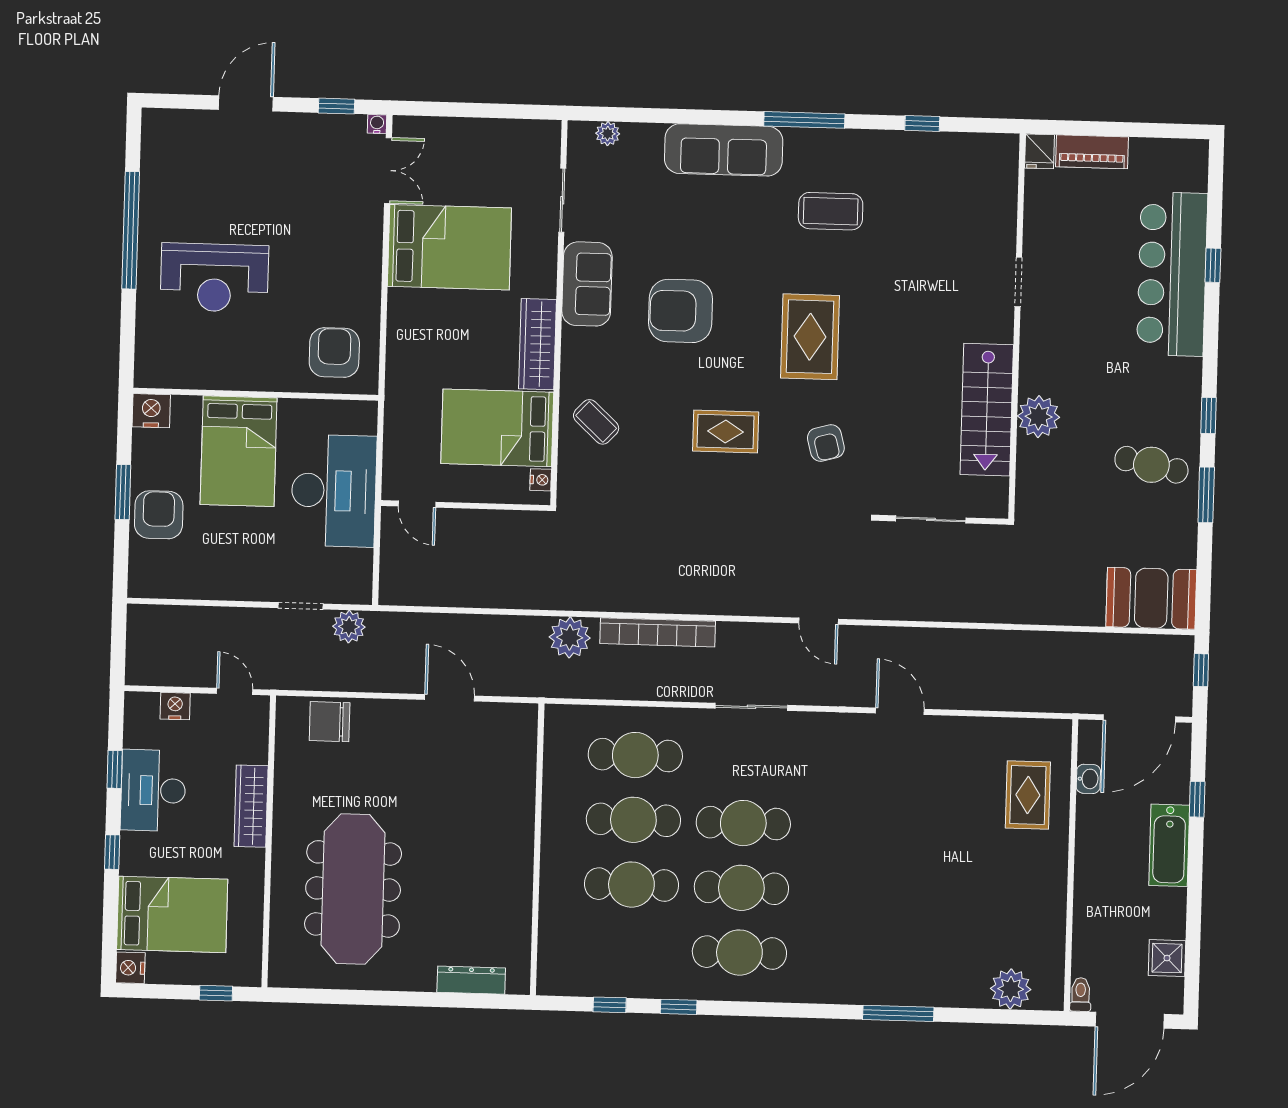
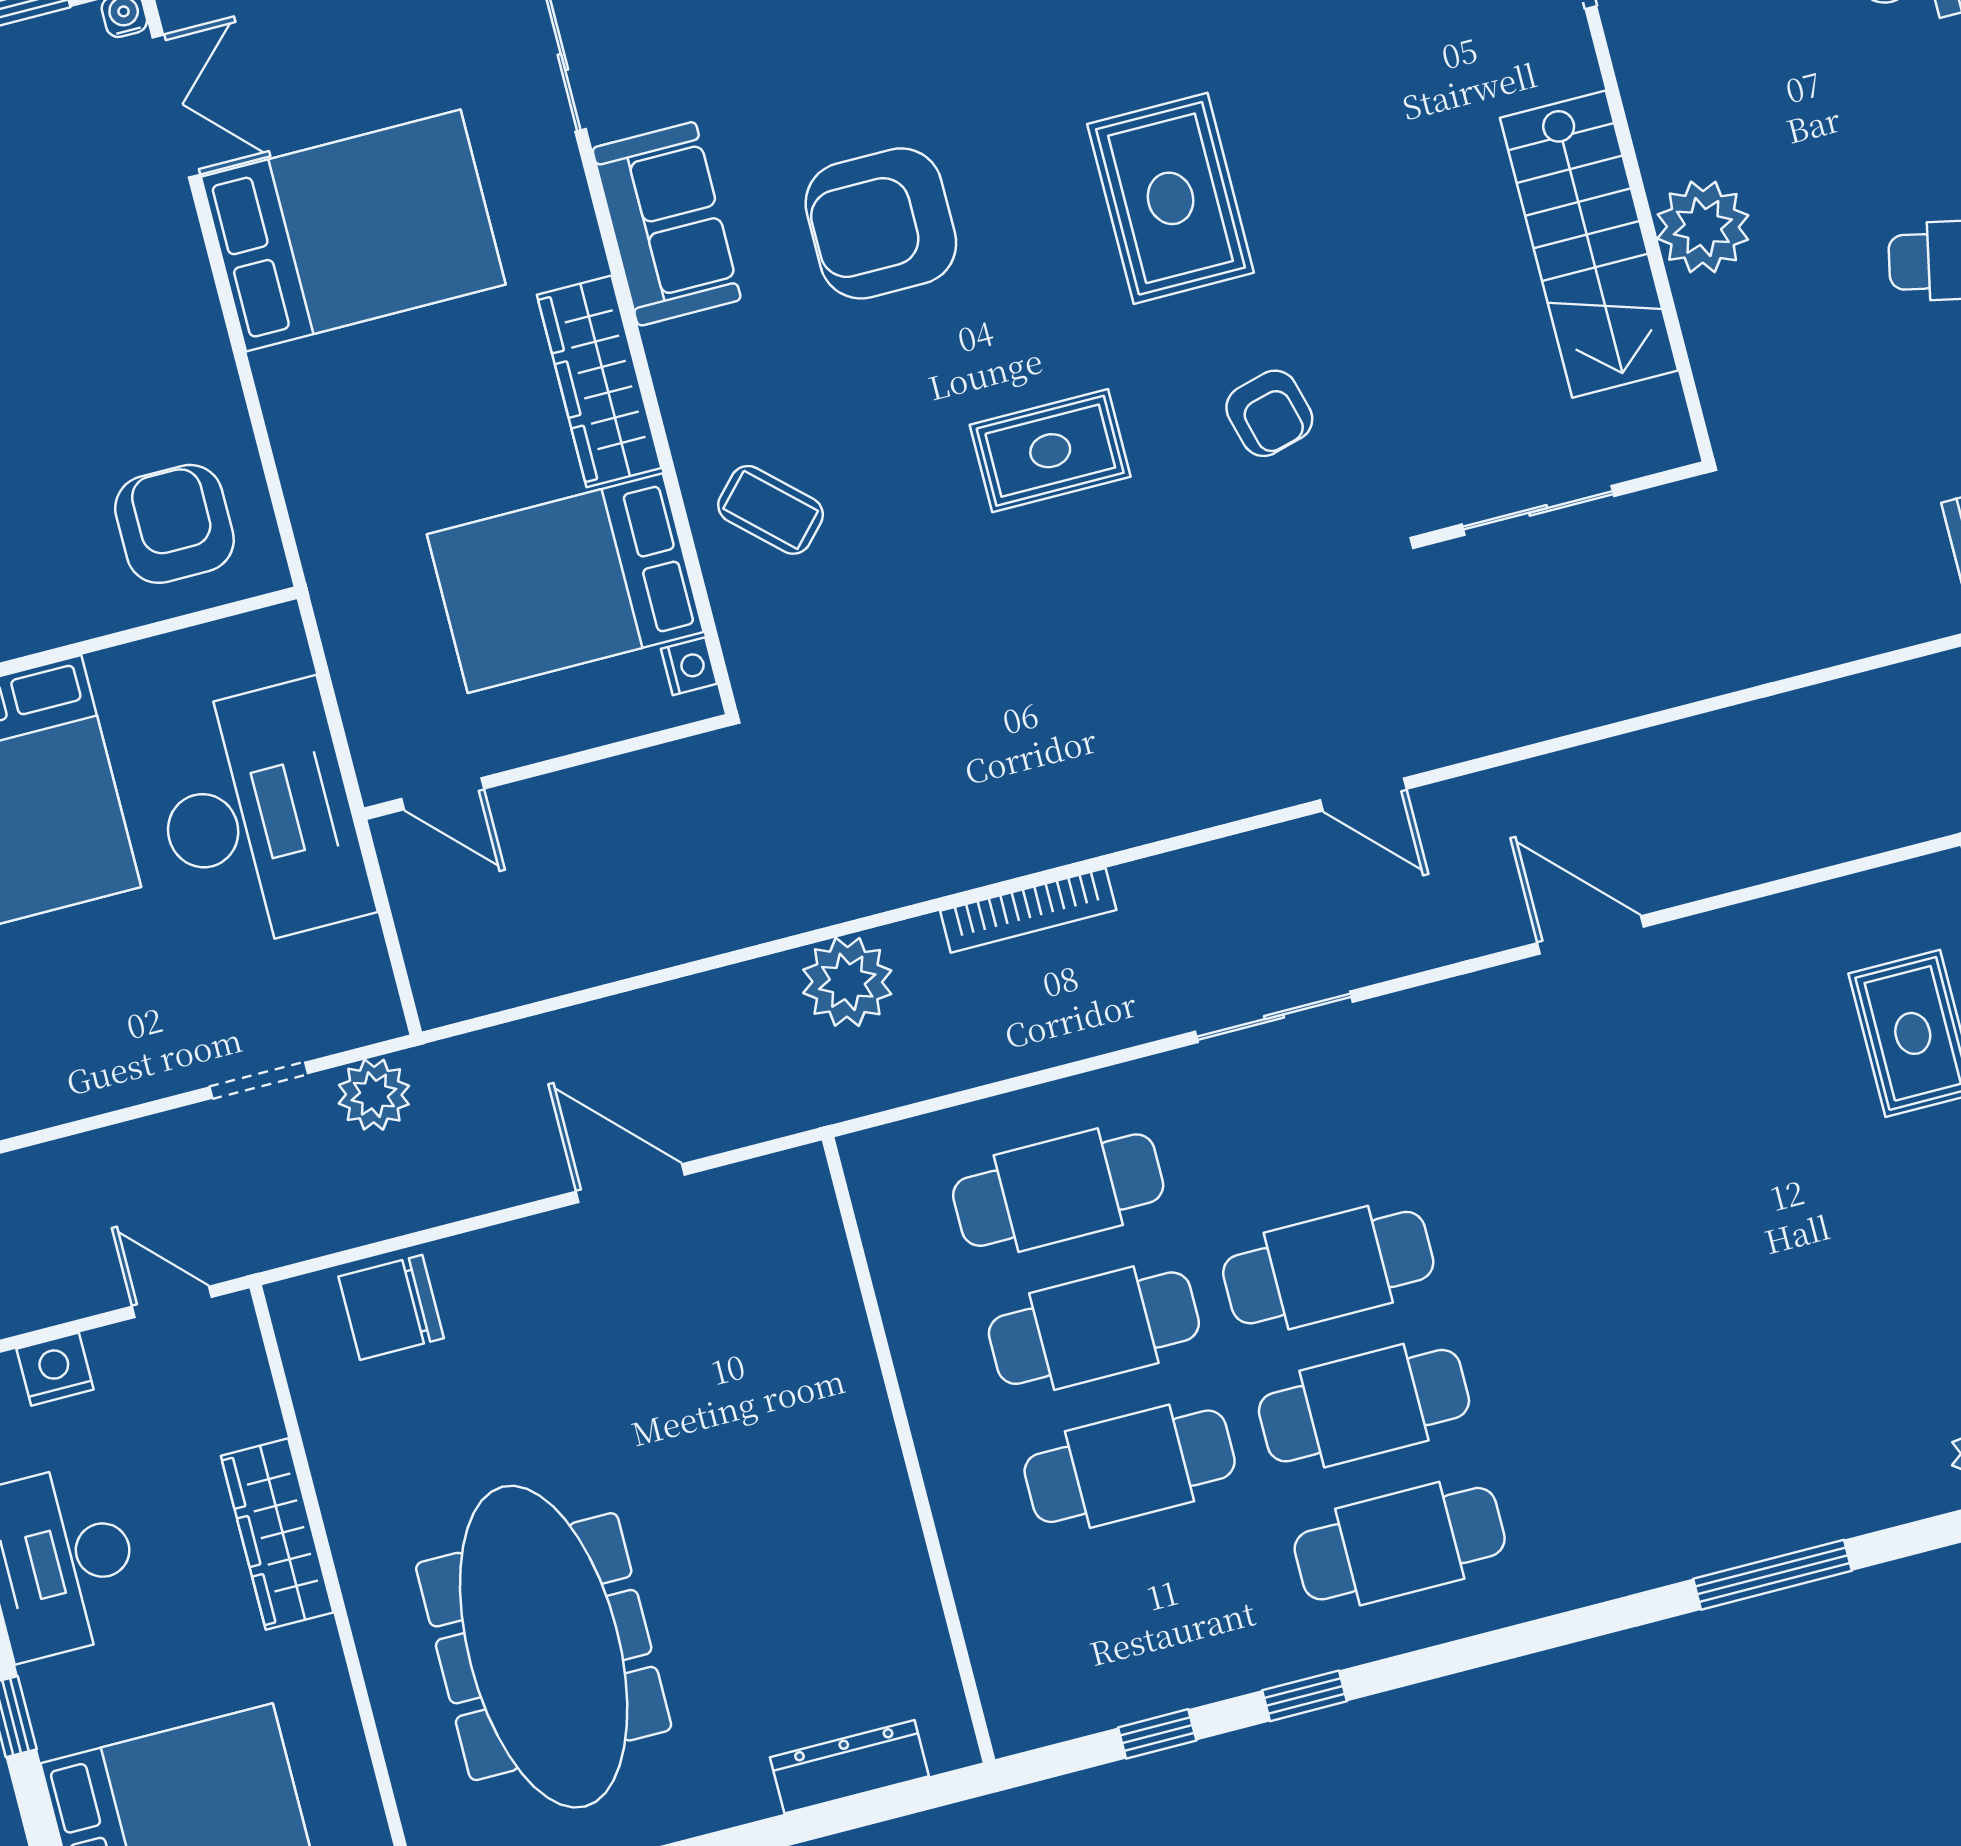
bookcase: (658, 632) -> (1028, 910), width x0.68, depth x0.76

